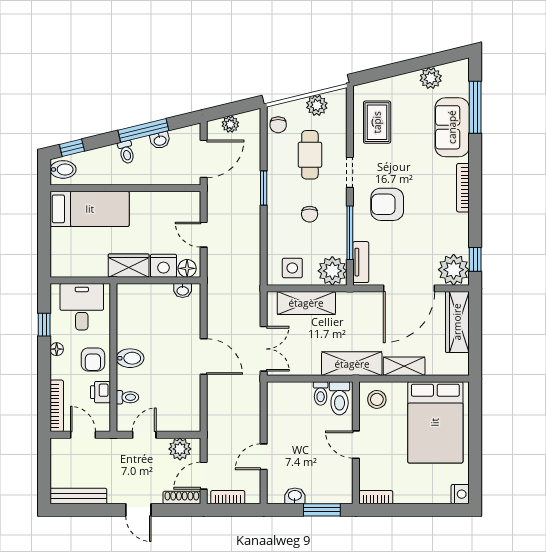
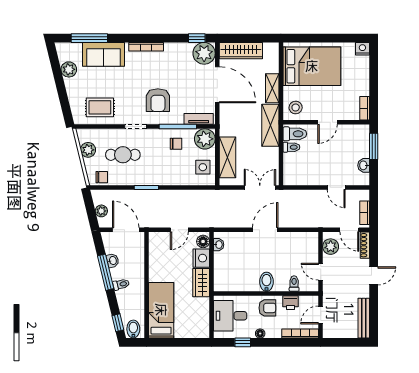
chair: (310, 214) -> (176, 144), moved

